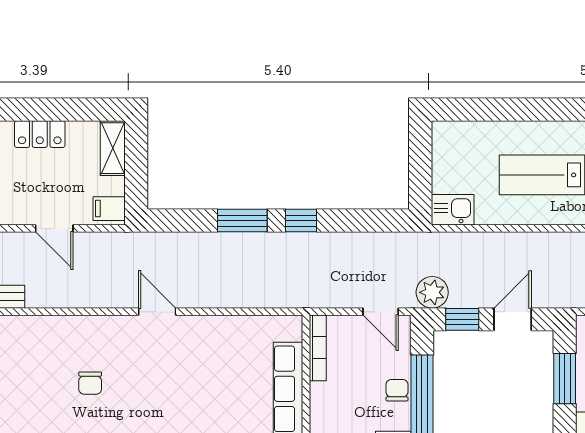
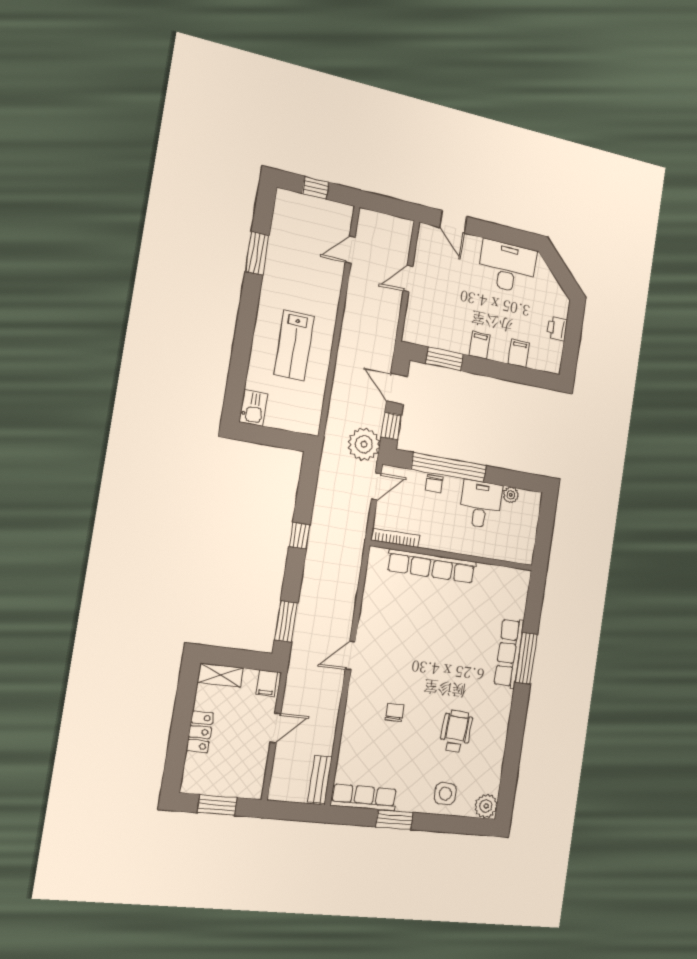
kitchen sink: (453, 210) -> (253, 408), moved, turned 180
window: (242, 221) -> (286, 621), moved
plant: (432, 292) -> (364, 444), width x1.36, depth x1.36
chair: (90, 383) -> (395, 713), turned -90
chair: (397, 390) -> (434, 484), turned -90

